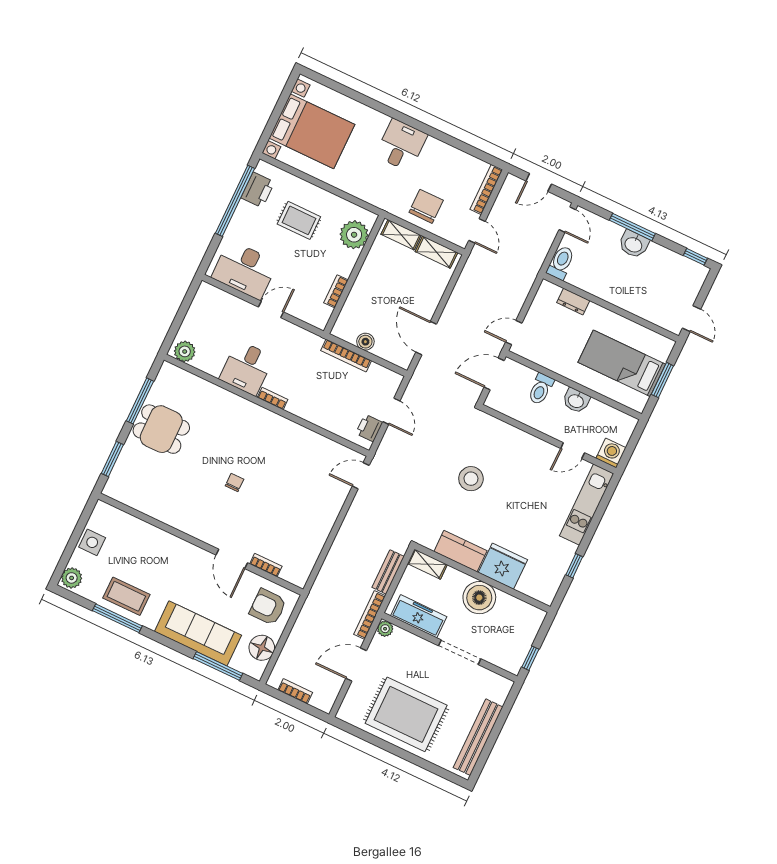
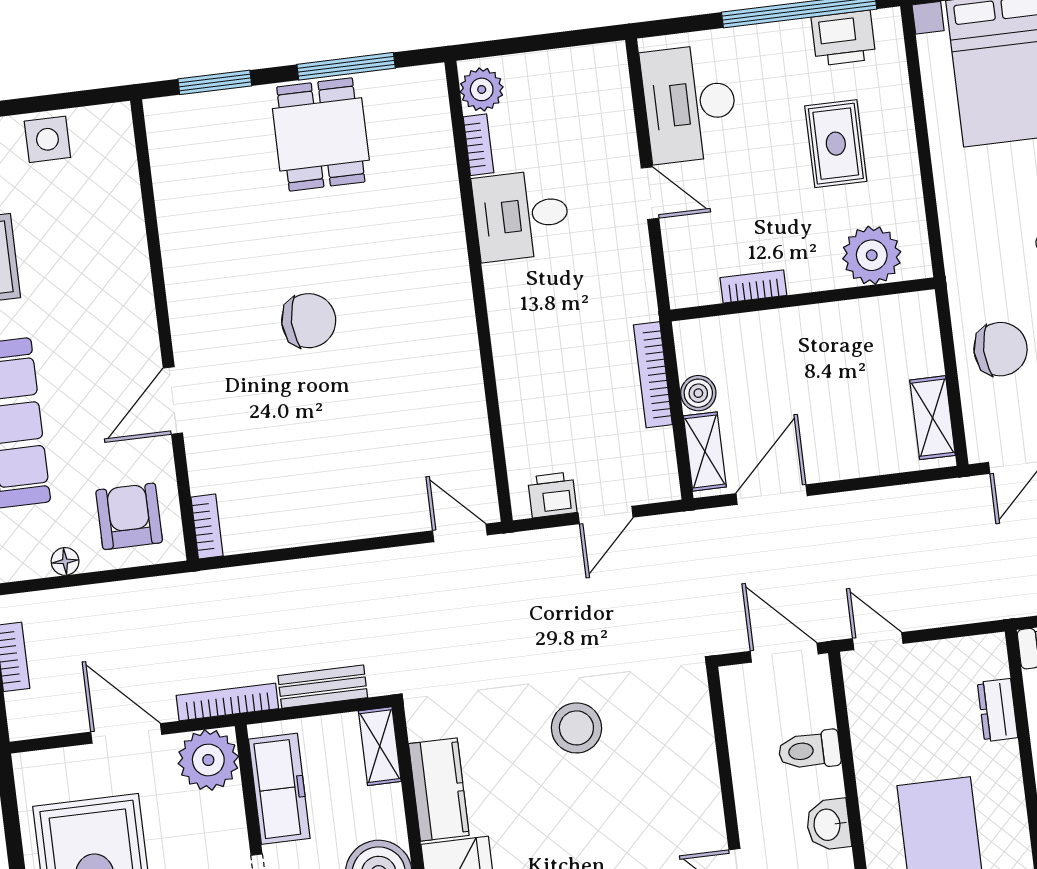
shelving: (401, 235) -> (705, 451), moved
bookcase: (273, 399) -> (478, 145), moved
chair: (234, 482) -> (309, 321), width x1.87, depth x1.87
bookcase: (266, 565) -> (207, 526), moved
plant: (385, 629) -> (208, 760), width x1.88, depth x1.88
floor lamp: (262, 648) -> (65, 561), width x0.53, depth x0.53

